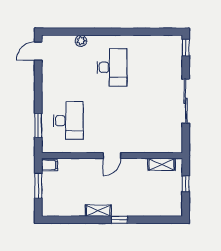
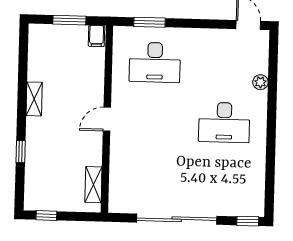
sliding door: (186, 101) -> (177, 219), width x1.36
door: (112, 155) -> (107, 119), hinge flipped
window: (186, 184) -> (46, 215), moved
window: (119, 220) -> (21, 152), moved

